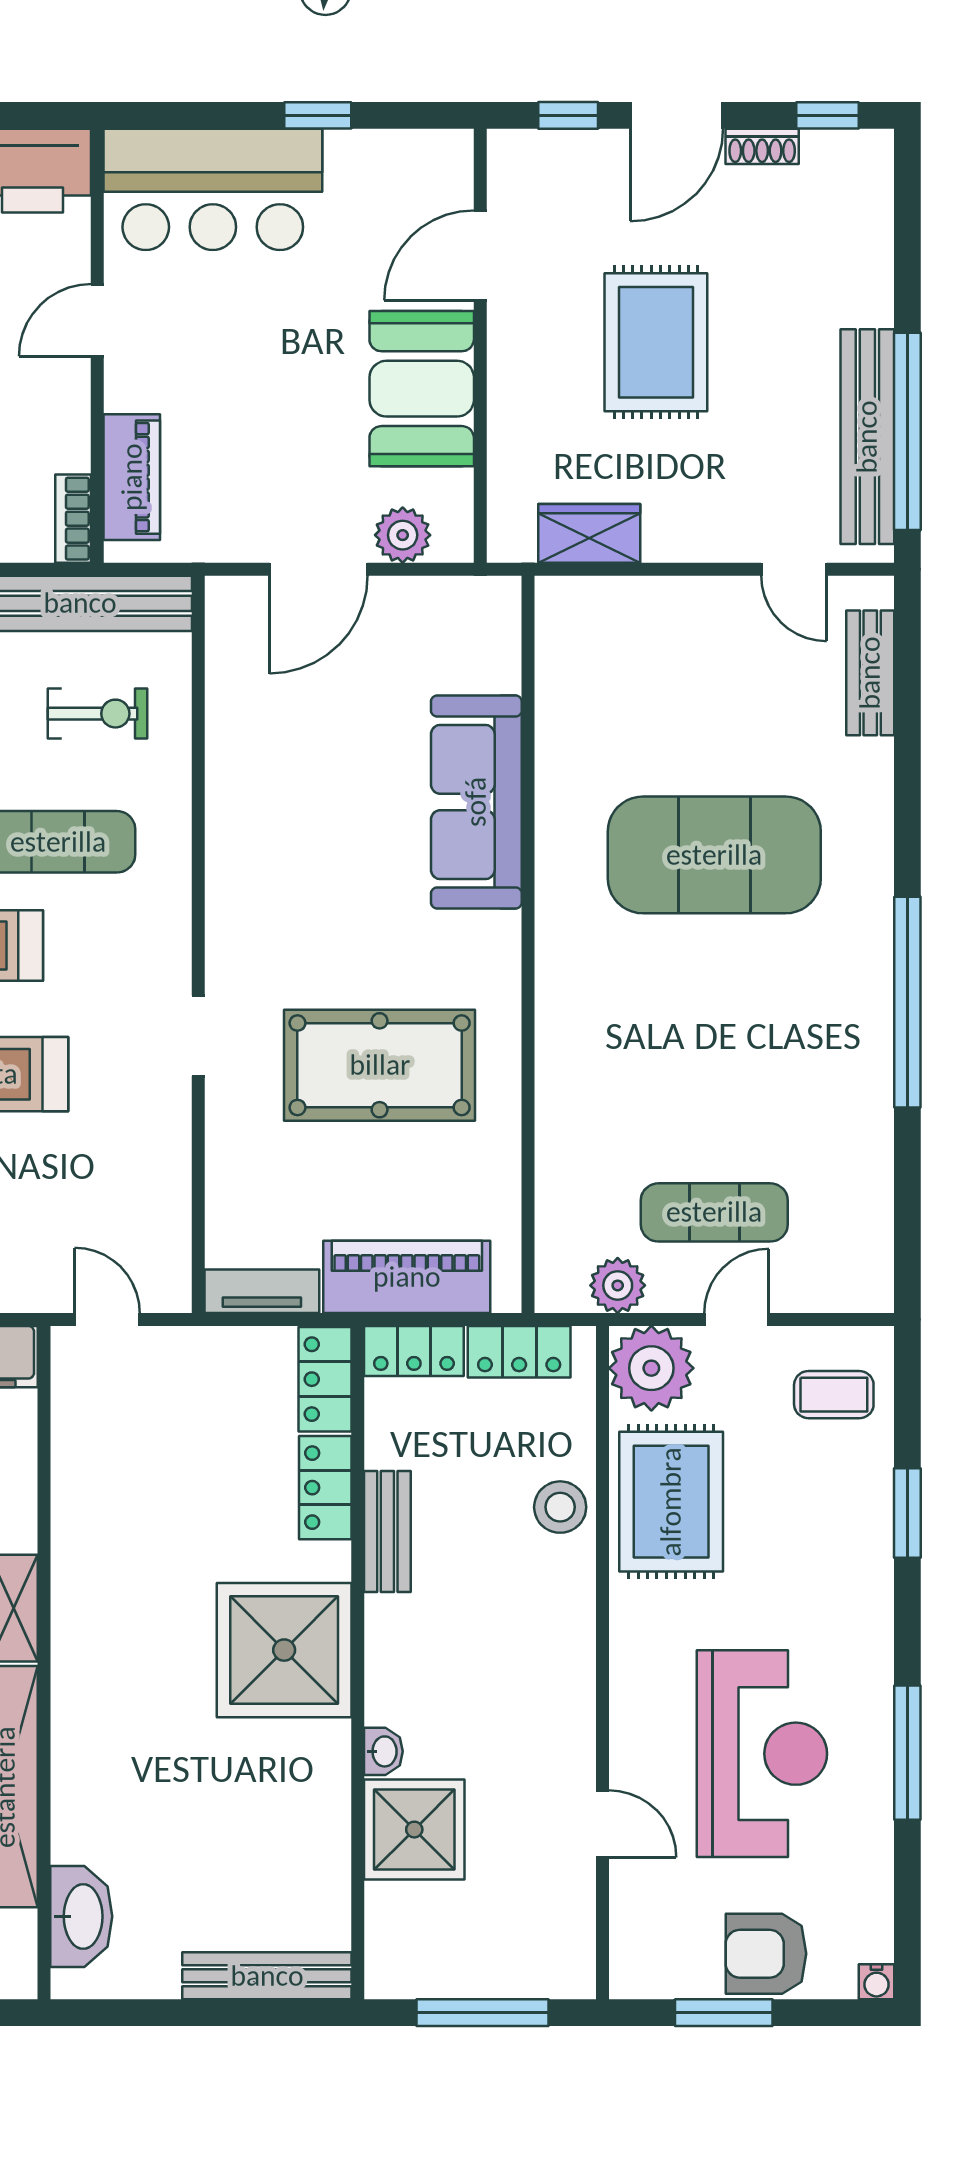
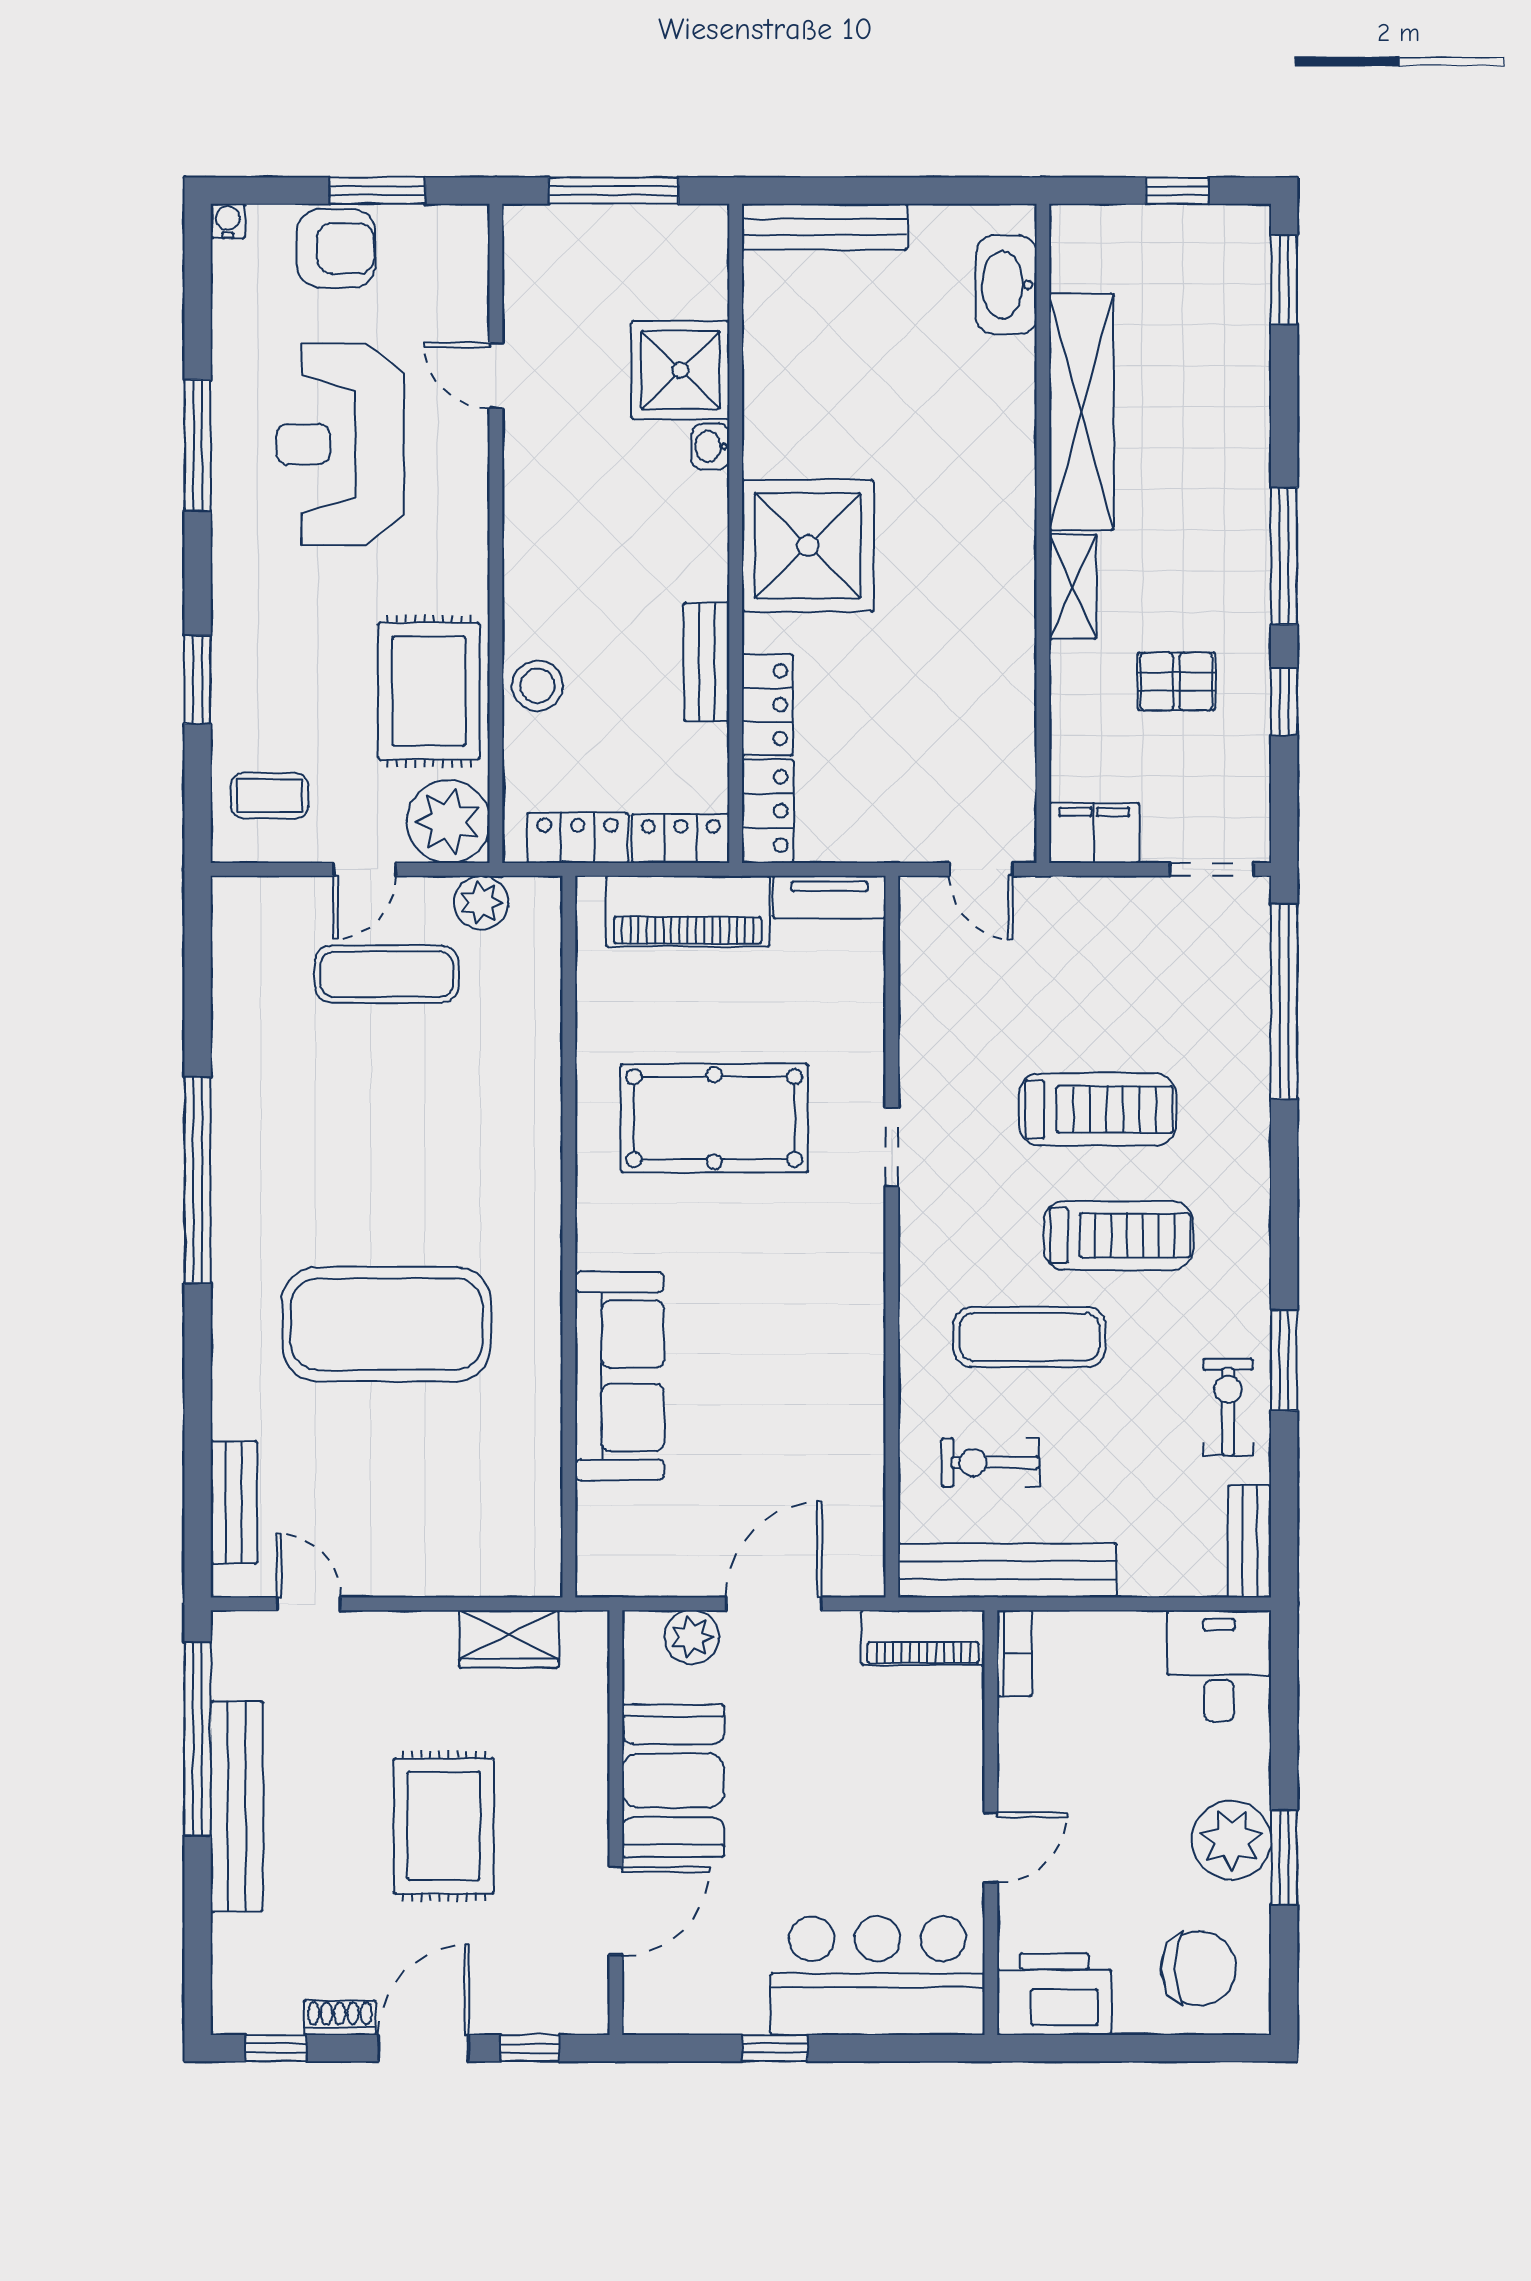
bench: (867, 437) -> (237, 1806), moved
piano: (132, 477) -> (923, 1638), moved, turned -90

